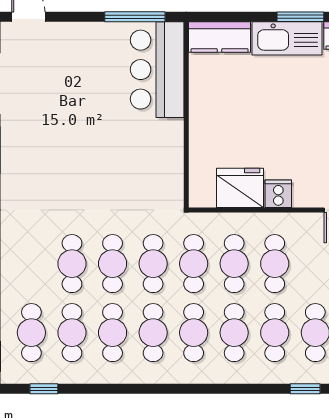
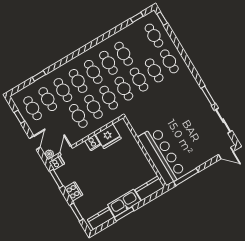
bar counter: (157, 70) -> (162, 156), width x1.36
cafe table: (72, 333) -> (169, 61), moved

